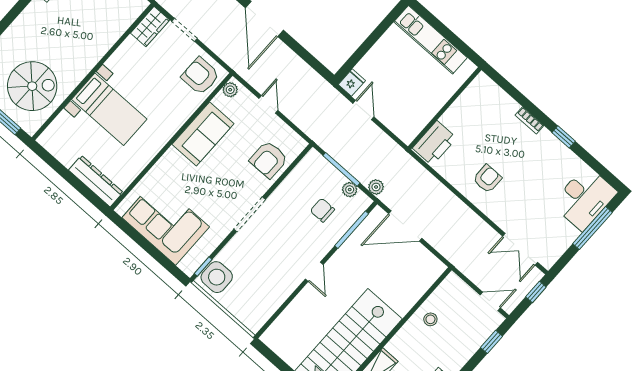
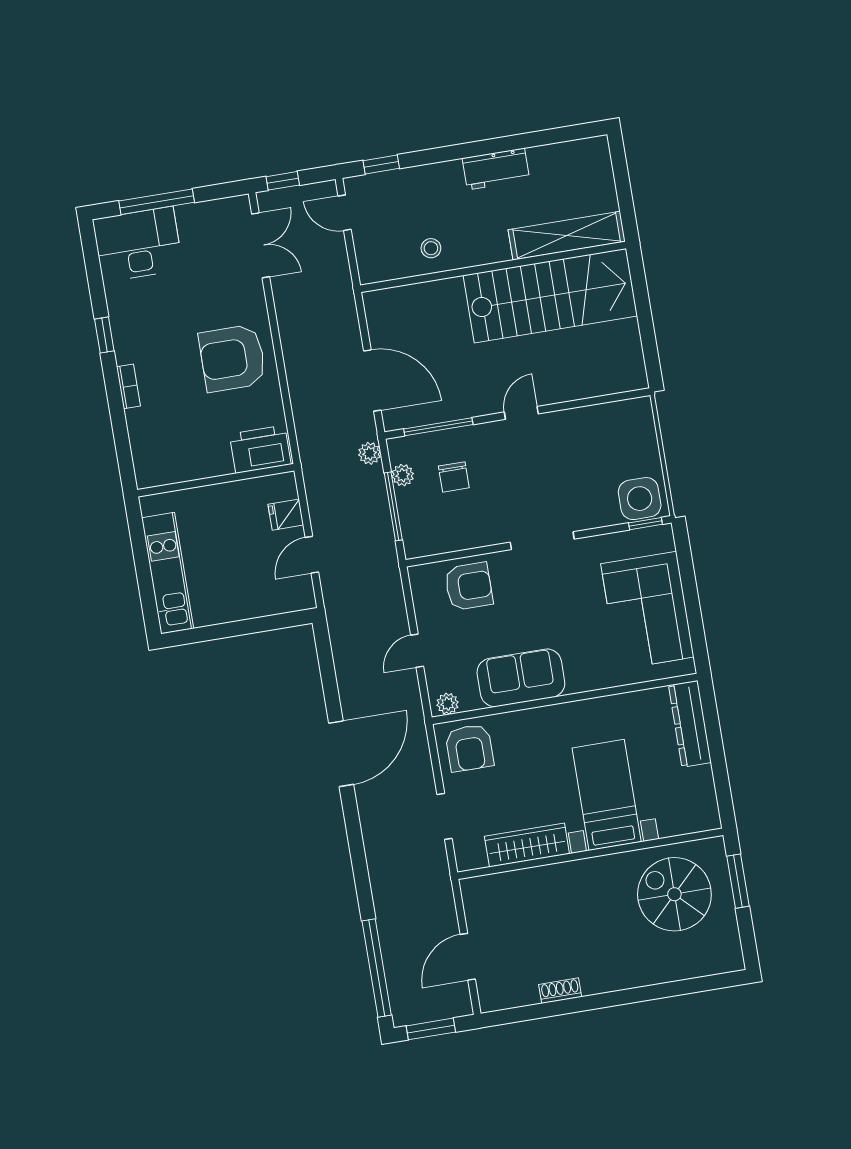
wardrobe: (150, 27) -> (527, 845), moved, width x1.50
fridge: (352, 83) -> (286, 515), moved
armchair: (487, 179) -> (232, 358), width x1.88, depth x1.88

